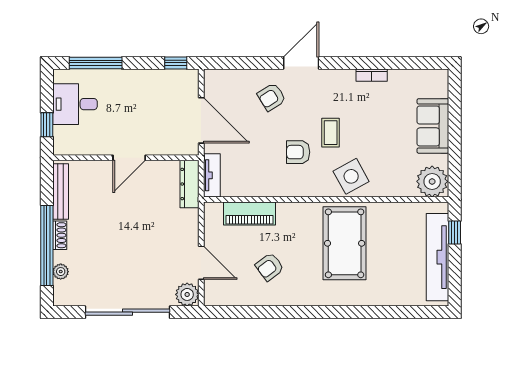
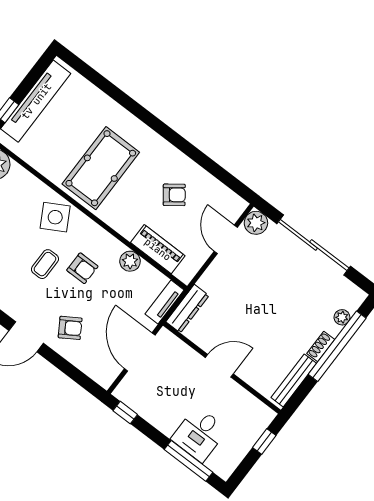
desk: (75, 104) -> (199, 434), moved, turned 90
plant: (264, 187) -> (130, 261), added

